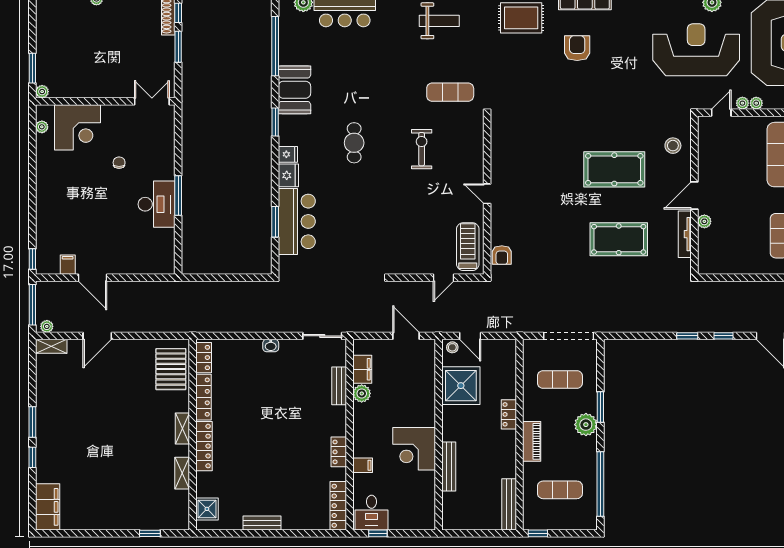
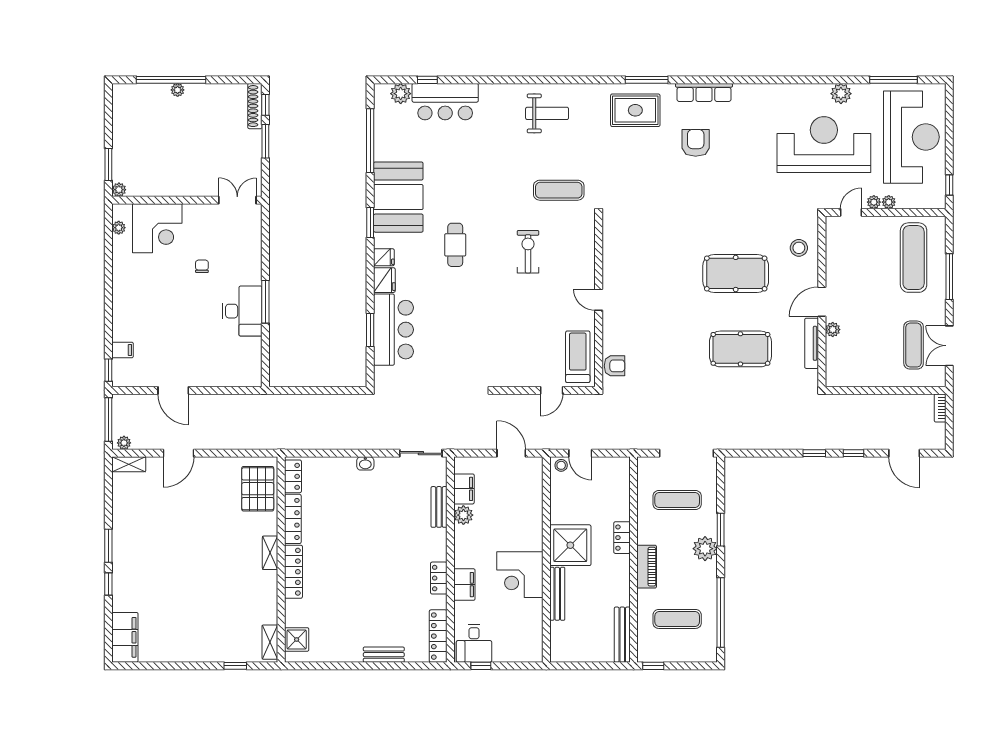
booth: (294, 90) -> (398, 197), width x1.36, depth x1.42
armchair: (502, 255) -> (614, 366), turned -90
filing cabinet: (68, 265) -> (123, 350), moved, turned 90
shower: (461, 386) -> (570, 545), moved
filing cabinet: (363, 465) -> (464, 585), width x2.00
shelving: (182, 473) -> (270, 642), moved
bench: (262, 523) -> (384, 655), moved

